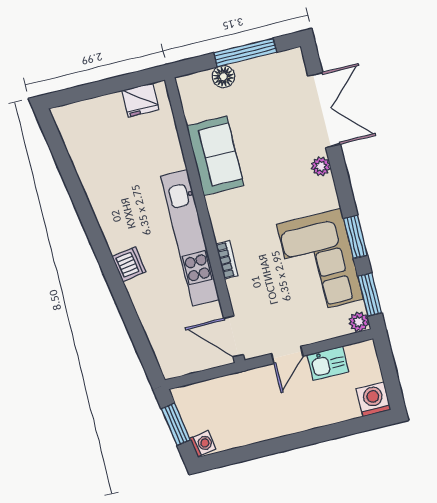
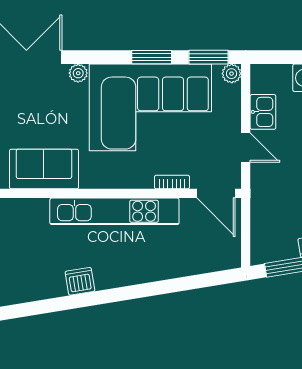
bookcase: (227, 260) -> (172, 182), moved
corner sofa: (320, 262) -> (150, 107), width x1.36, depth x1.36
dishwasher: (129, 264) -> (80, 281), moved
door: (233, 336) -> (216, 193), hinge flipped

